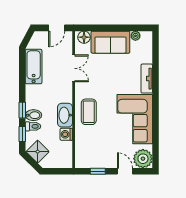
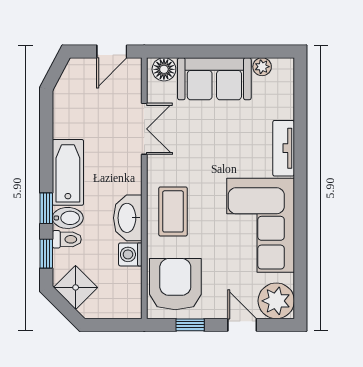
bathtub: (34, 67) -> (68, 172), moved
armchair: (90, 150) -> (175, 284), added

